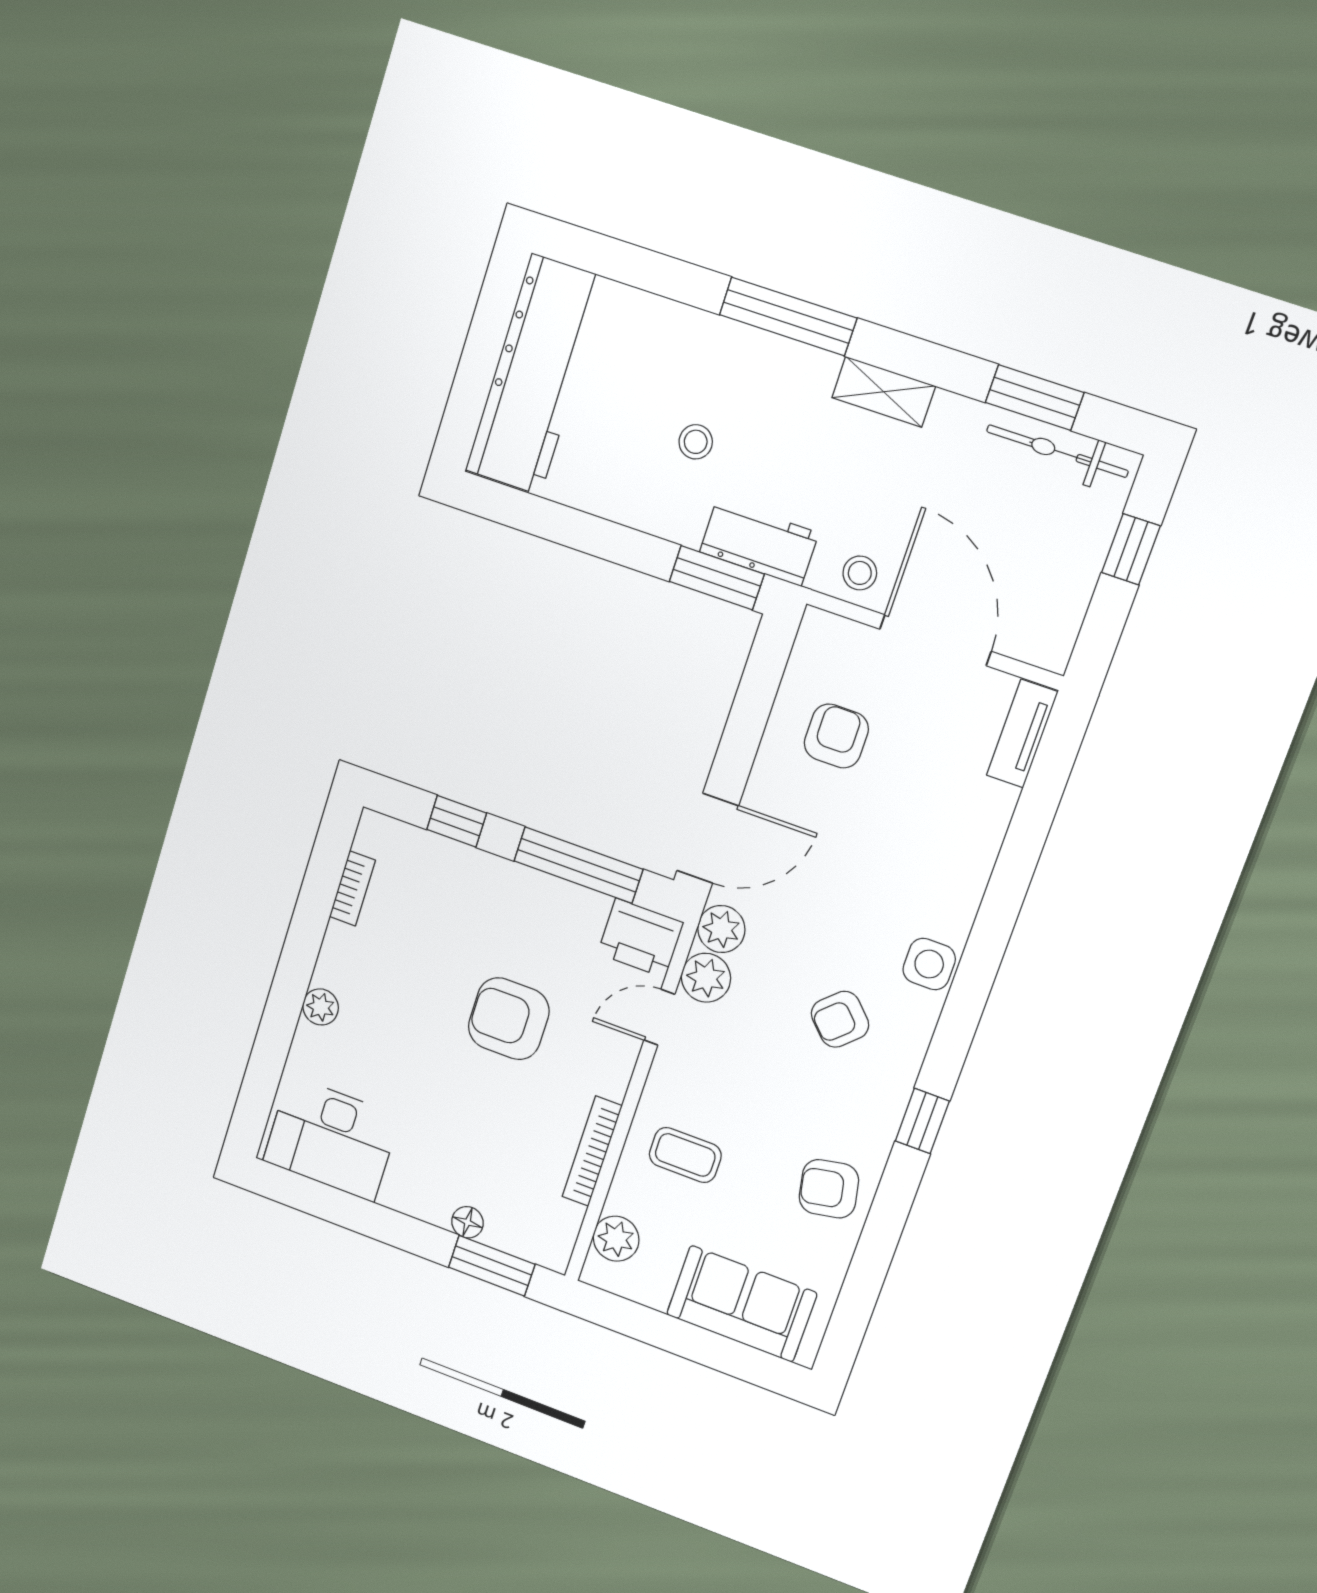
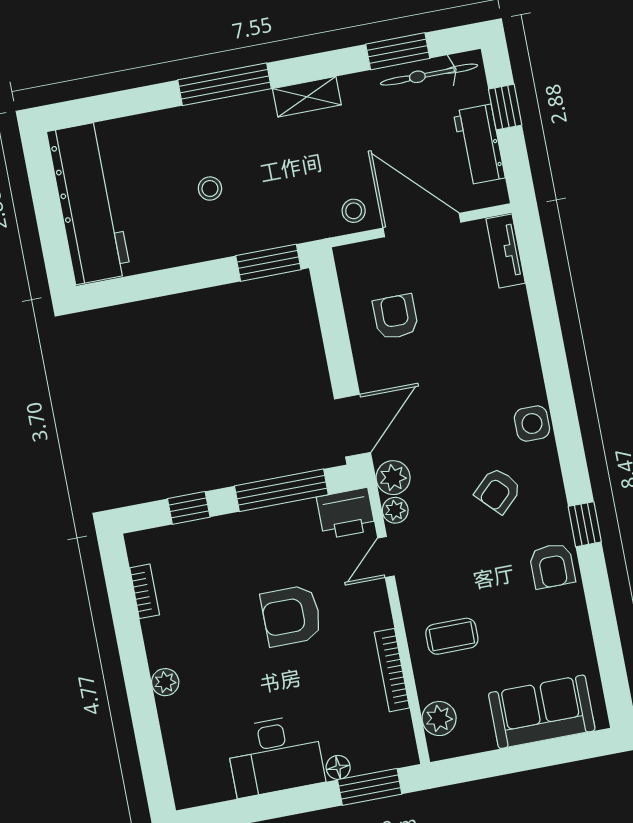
workbench: (759, 542) -> (479, 144), moved, turned -90
plant: (706, 978) -> (395, 510), width x0.73, depth x0.73
desk: (332, 1139) -> (275, 756), moved
armchair: (829, 1189) -> (552, 566), moved, turned -79

